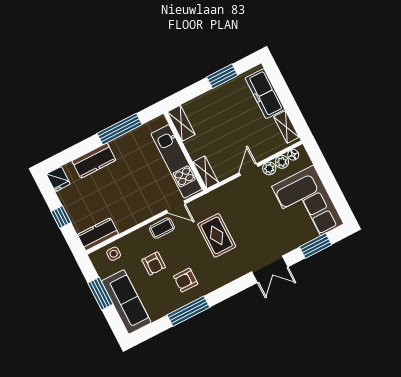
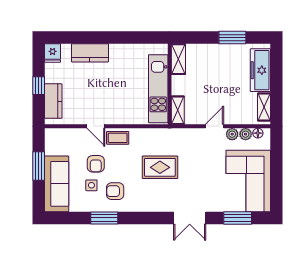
window: (120, 129) -> (125, 38), removed
door: (176, 207) -> (96, 126), moved
kitchen counter: (98, 234) -> (53, 101), moved, turned 90
rug: (217, 235) -> (160, 167), turned 90
side table: (114, 254) -> (91, 185), moved
window: (188, 311) -> (104, 218), width x0.69

